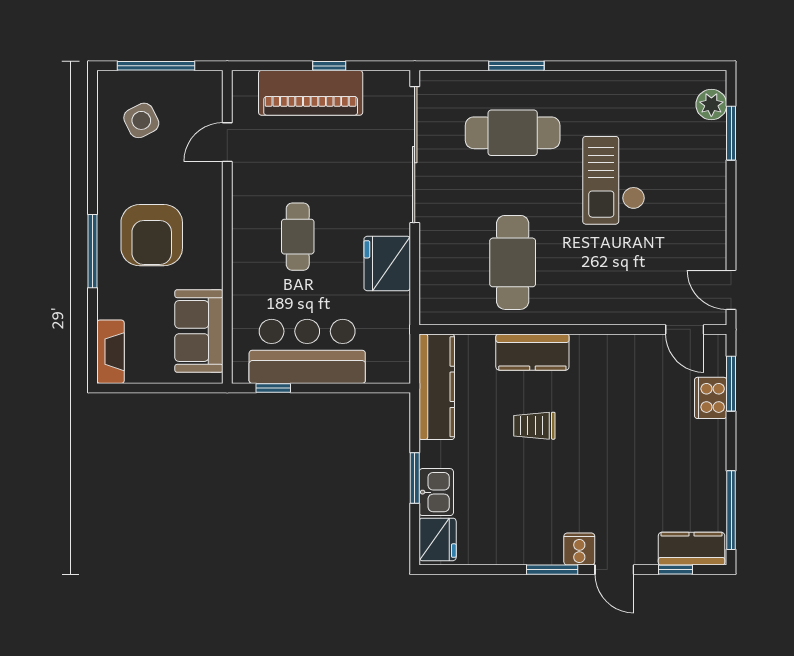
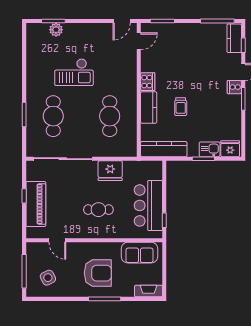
plant: (711, 105) -> (56, 30), moved
cafe table: (513, 262) -> (110, 116), turned 90
cooker: (711, 398) -> (148, 82), moved, turned -90

